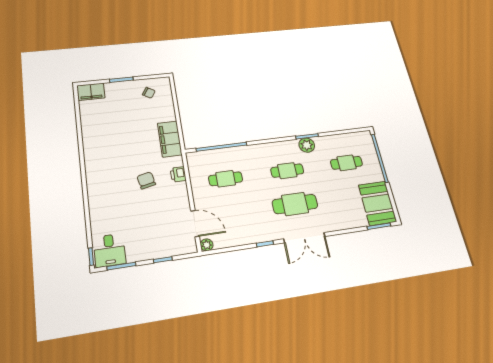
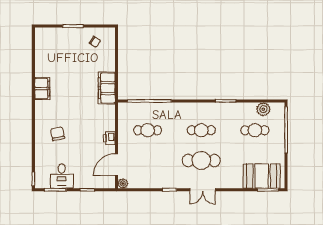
filing cabinet: (91, 92) -> (42, 89), moved, turned -90
plant: (307, 145) -> (263, 109), moved
printer: (178, 174) -> (109, 138), moved
chair: (146, 180) -> (58, 134), moved
booth: (378, 203) -> (262, 176), moved, turned 90
door: (195, 223) -> (116, 165), swing flipped
double door: (304, 238) -> (203, 190), width x0.73
desk: (109, 250) -> (62, 176), moved

